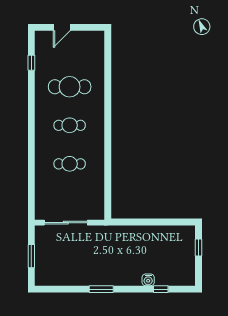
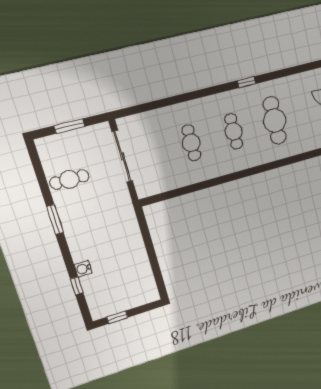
window: (31, 63) -> (246, 82), moved
window: (198, 248) -> (117, 317), moved
cafe table: (73, 269) -> (69, 179), added

